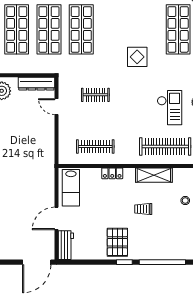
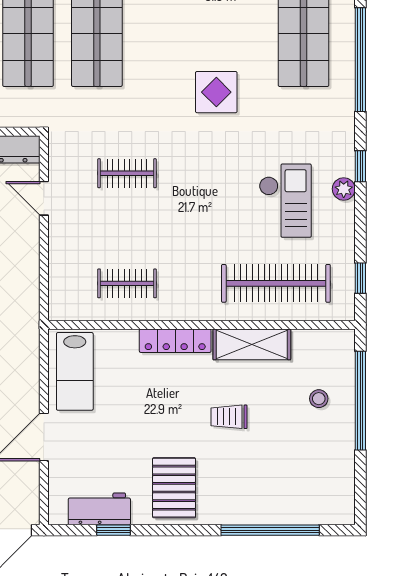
clothes rail: (95, 146) -> (127, 283), width x0.73
locker: (112, 173) -> (175, 341), width x1.53
workbench: (66, 245) -> (99, 509), moved, turned -90
window: (124, 262) -> (114, 530), moved

